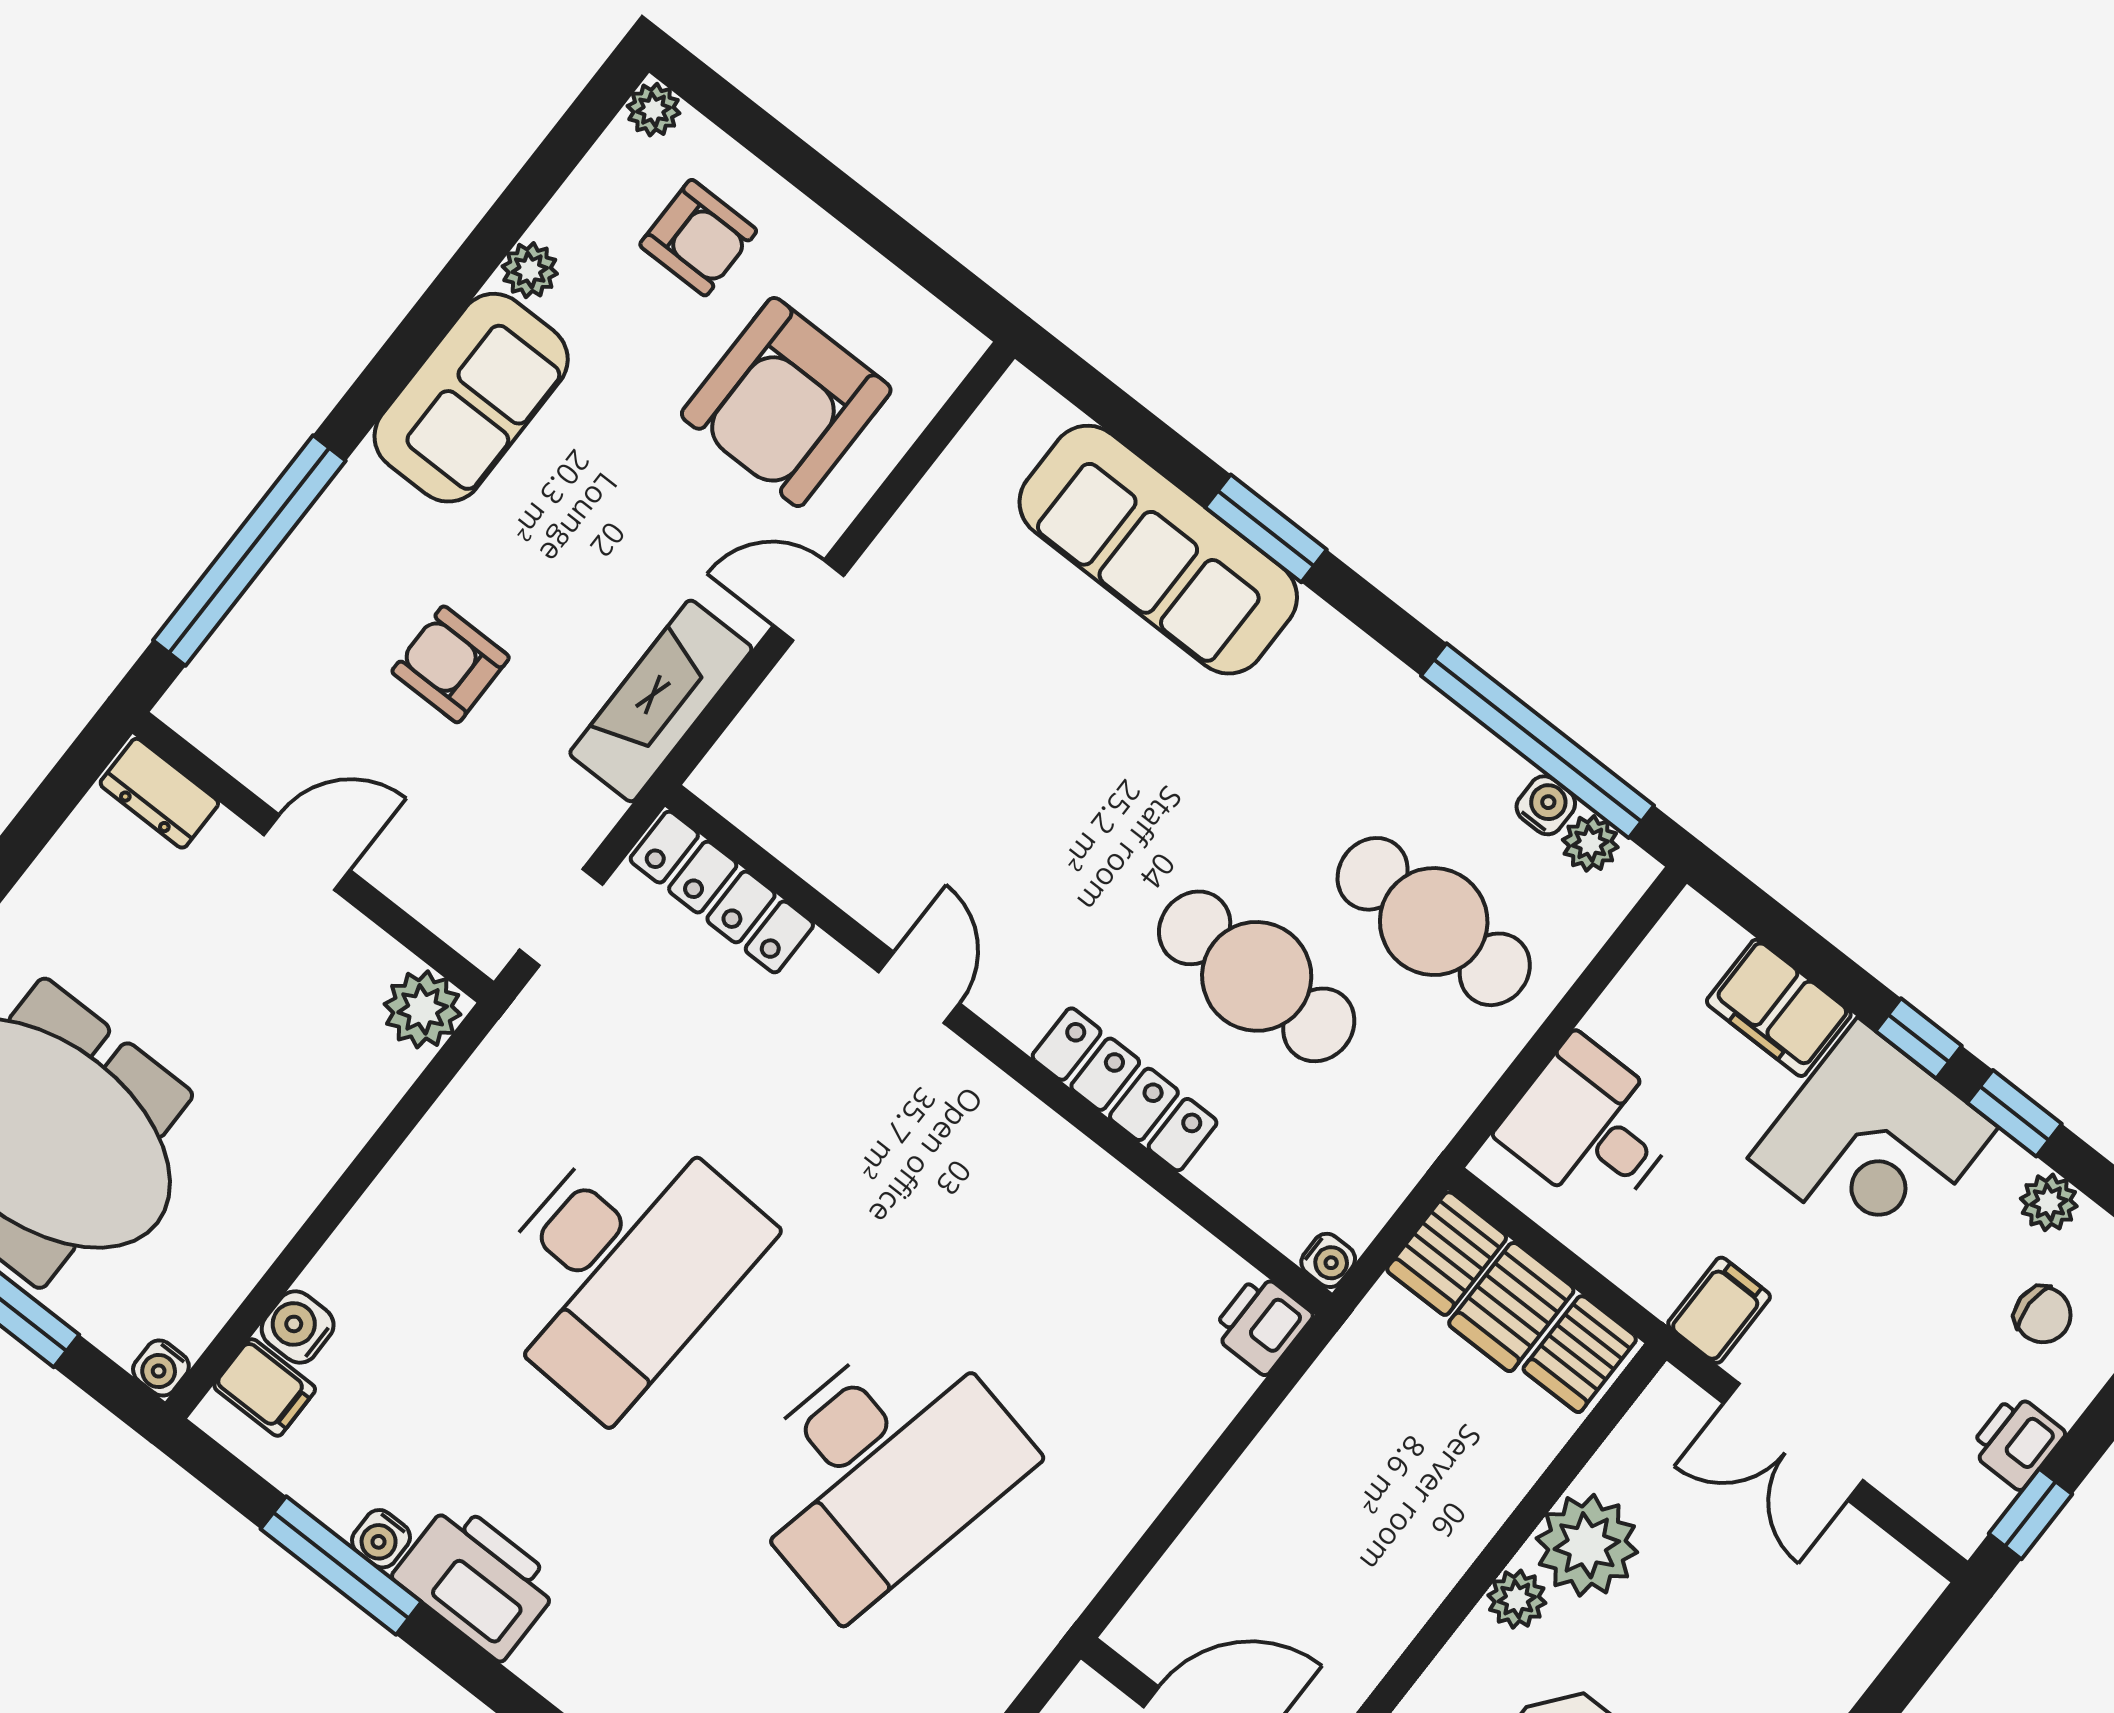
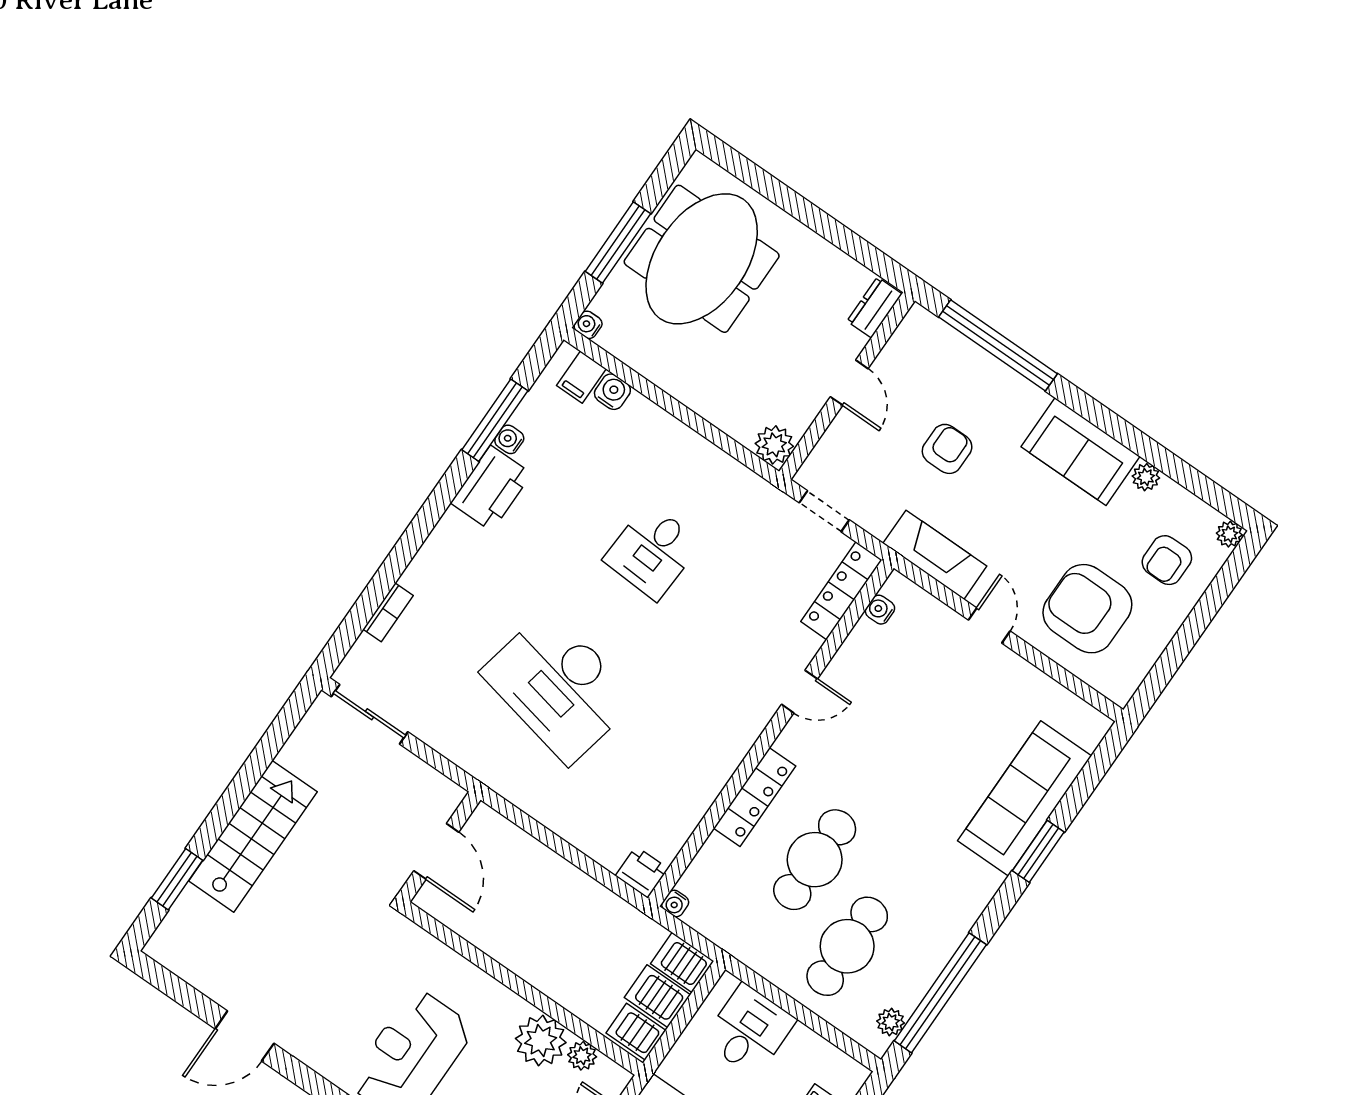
water cooler: (1546, 805) -> (880, 610), moved, turned 180
desk: (622, 1265) -> (652, 551), width x0.53, depth x0.77
plant: (1517, 1599) -> (582, 1056), moved

